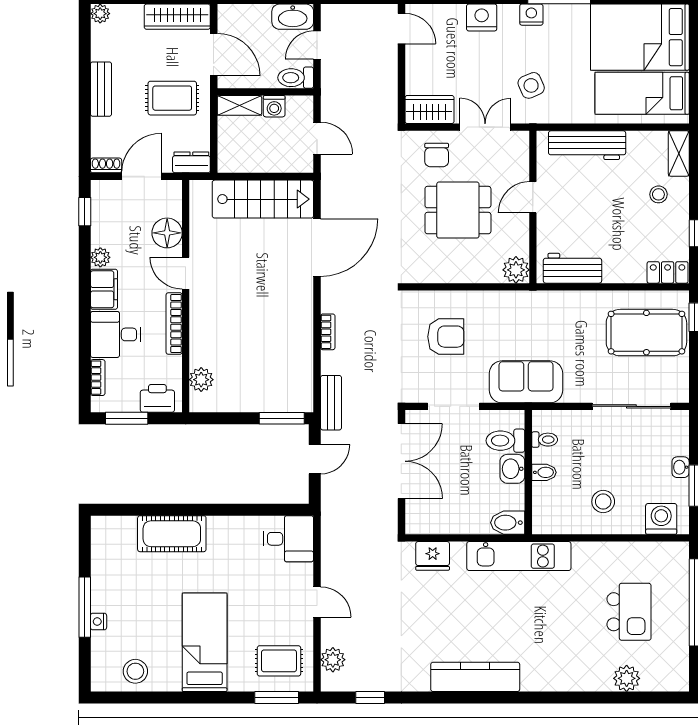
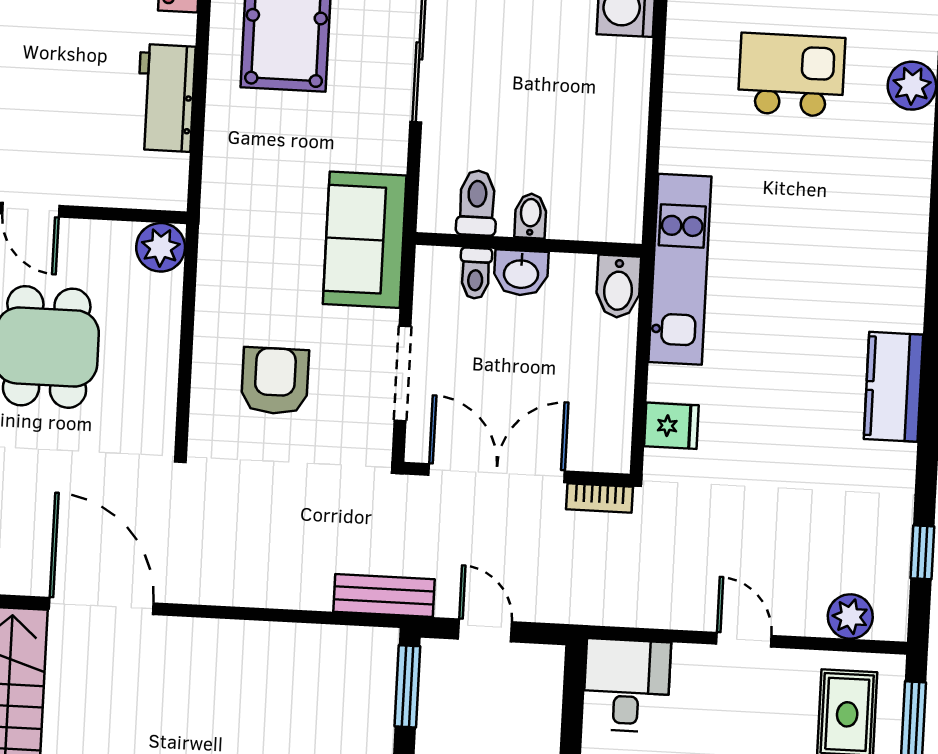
workbench: (572, 268) -> (166, 98), moved
bookcase: (328, 332) -> (599, 498), moved, turned 180
toilet: (545, 440) -> (477, 203), width x1.37, depth x1.39
toilet: (505, 441) -> (476, 273), width x0.73, depth x0.72
stool: (603, 502) -> (589, 111), removed
fridge: (433, 556) -> (671, 426), width x0.72
door: (317, 602) -> (744, 640), hinge flipped
kitchen counter: (475, 677) -> (893, 387), width x0.67

